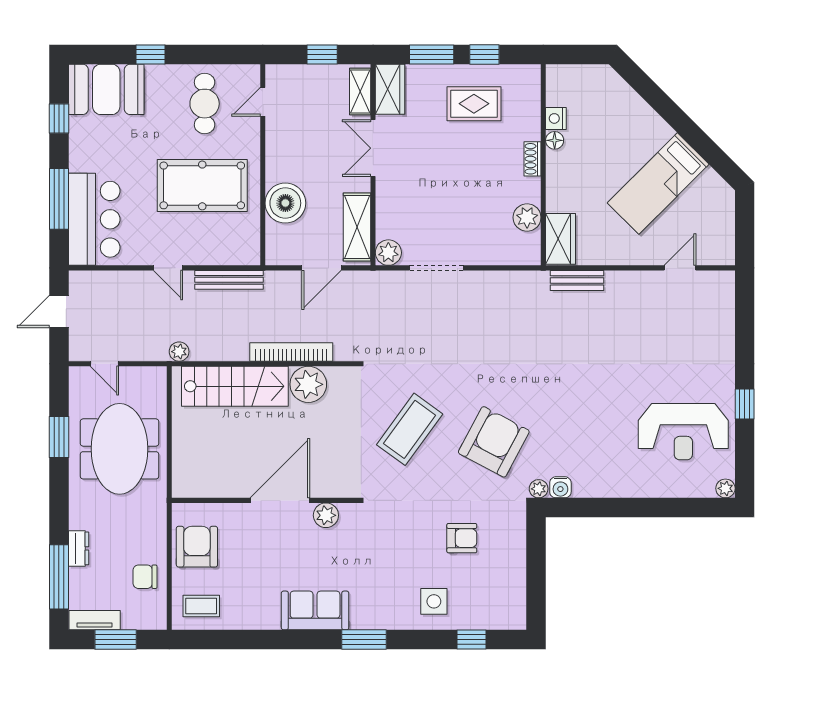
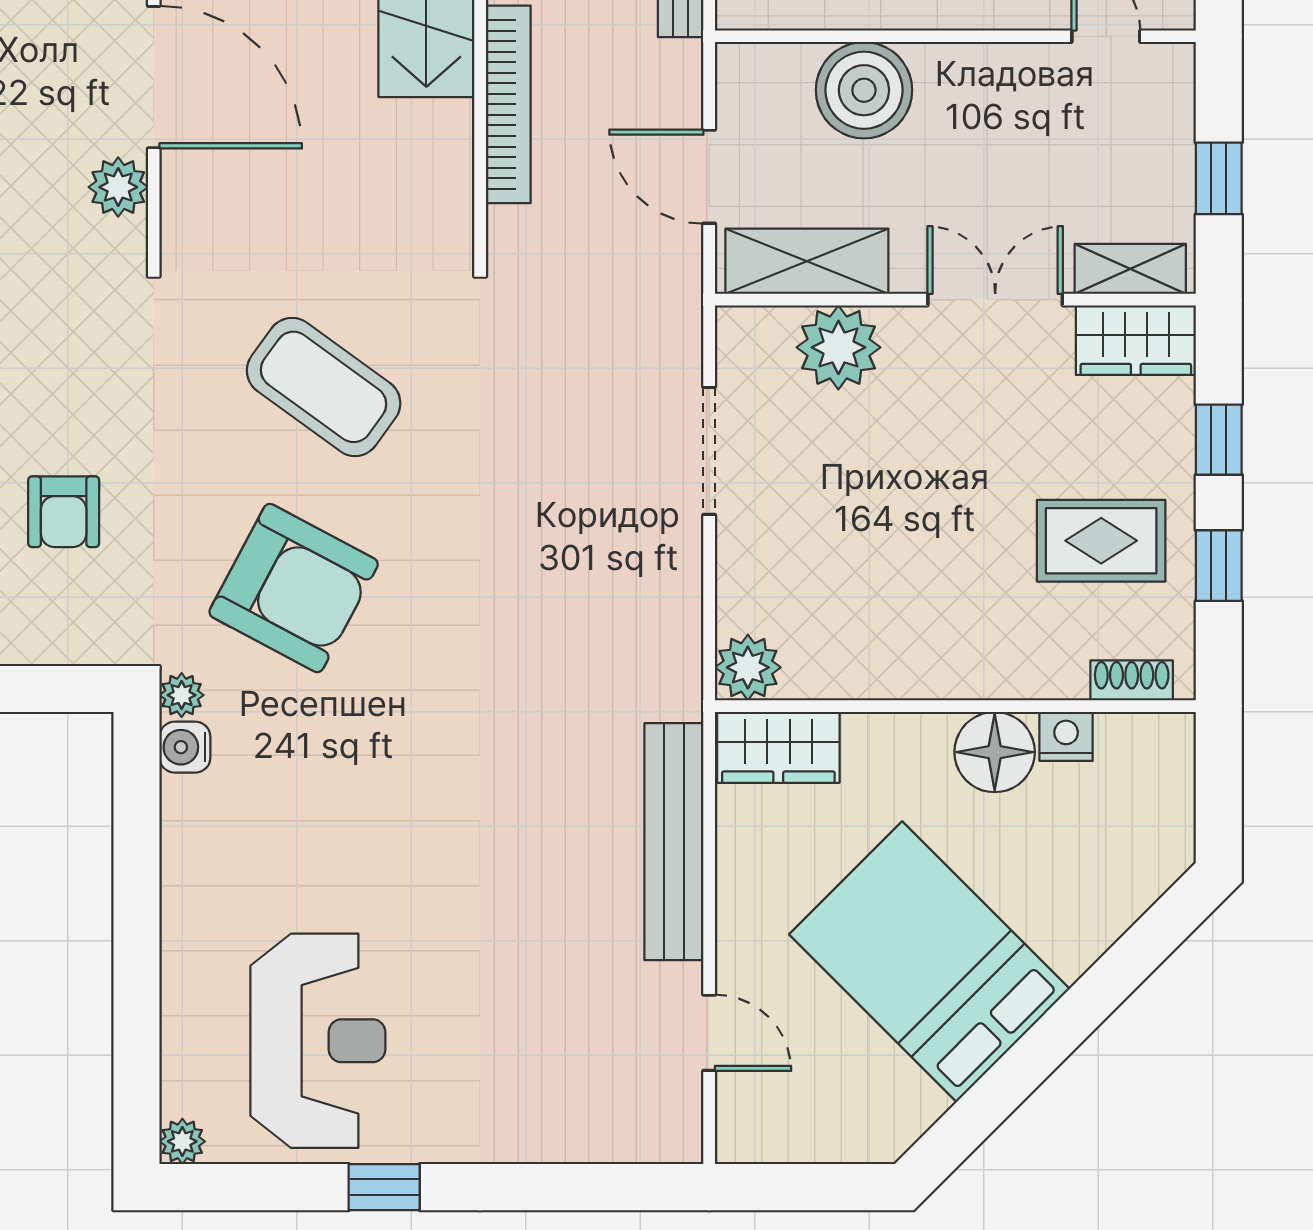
window: (432, 54) -> (1219, 440), width x0.67
rug: (474, 104) -> (1101, 541), turned 90
floor lamp: (555, 140) -> (995, 752), width x1.89, depth x1.89
shoe rack: (532, 159) -> (1132, 680), moved
bed: (658, 184) -> (929, 962), width x1.50
plant: (527, 217) -> (748, 667), moved
plant: (388, 253) -> (838, 347), moved, width x1.36, depth x1.36
bench: (577, 280) -> (674, 842), width x1.86, depth x1.21
plant: (308, 384) -> (431, 145), removed
reception desk: (683, 432) -> (318, 1041), turned 180

